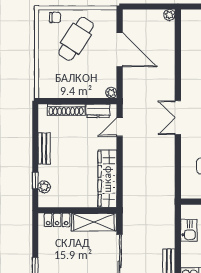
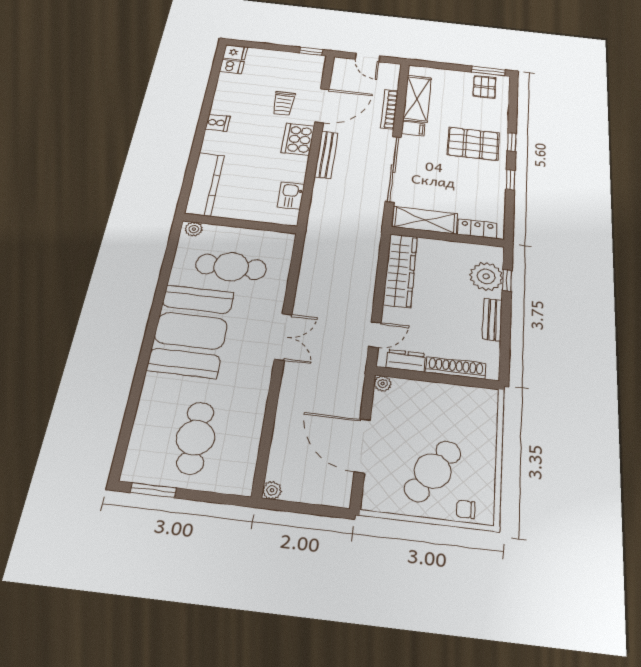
plant: (44, 187) -> (486, 276), width x1.88, depth x1.88

